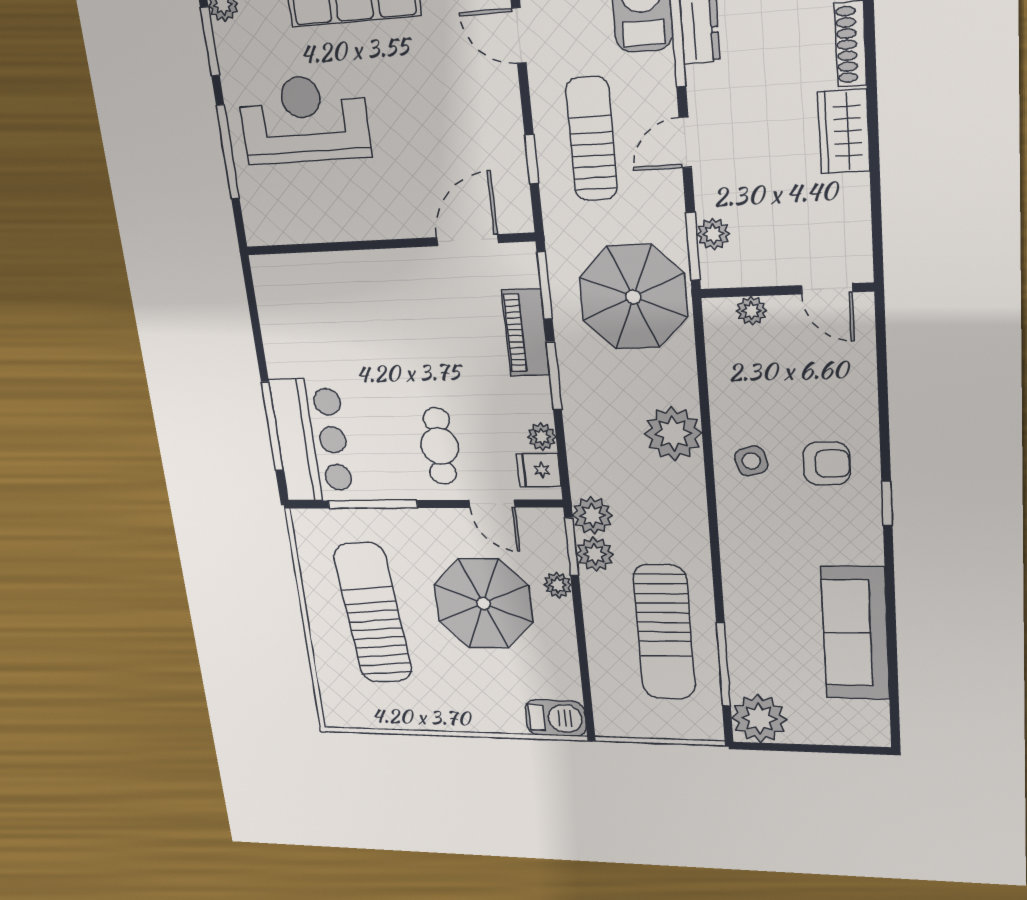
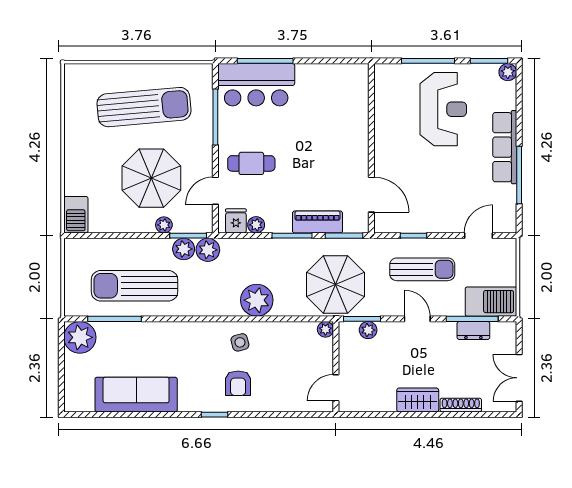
plant: (752, 311) -> (325, 329), moved

